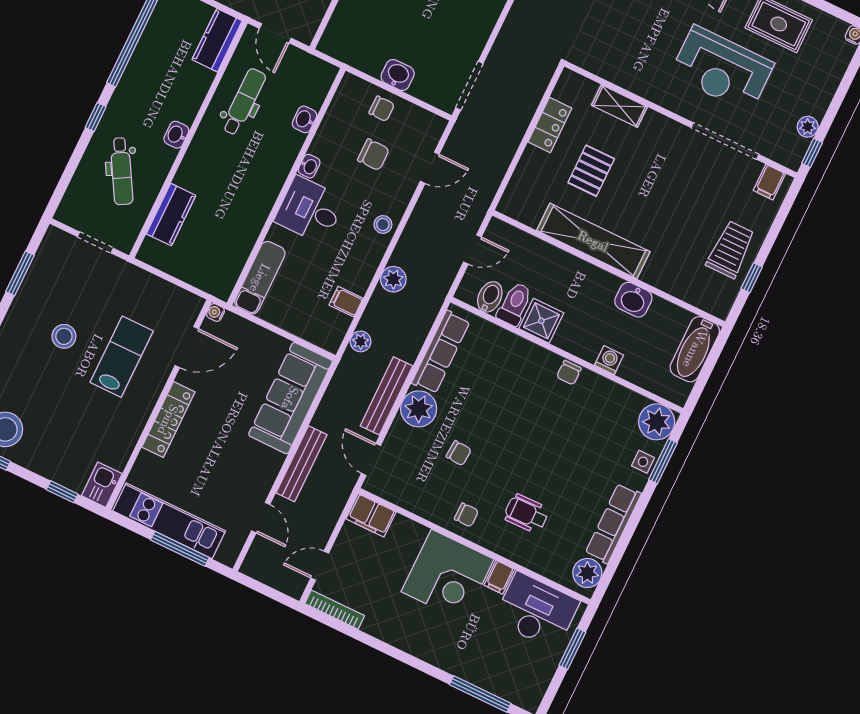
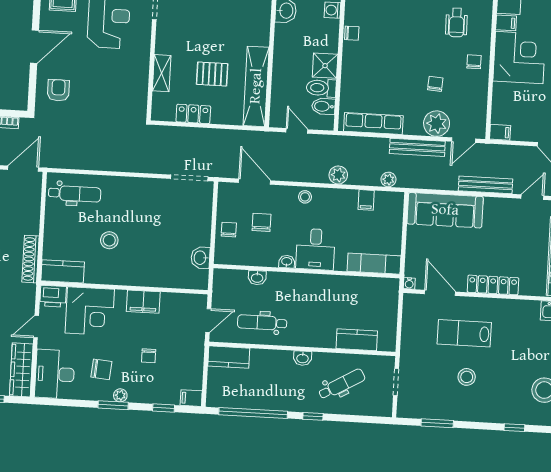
washbasin: (398, 75) -> (200, 258), moved
door: (430, 168) -> (255, 182), width x1.38
shelving: (593, 241) -> (256, 86), moved
plant: (419, 409) -> (437, 124), moved
filing cabinet: (371, 515) -> (500, 132), width x0.50

